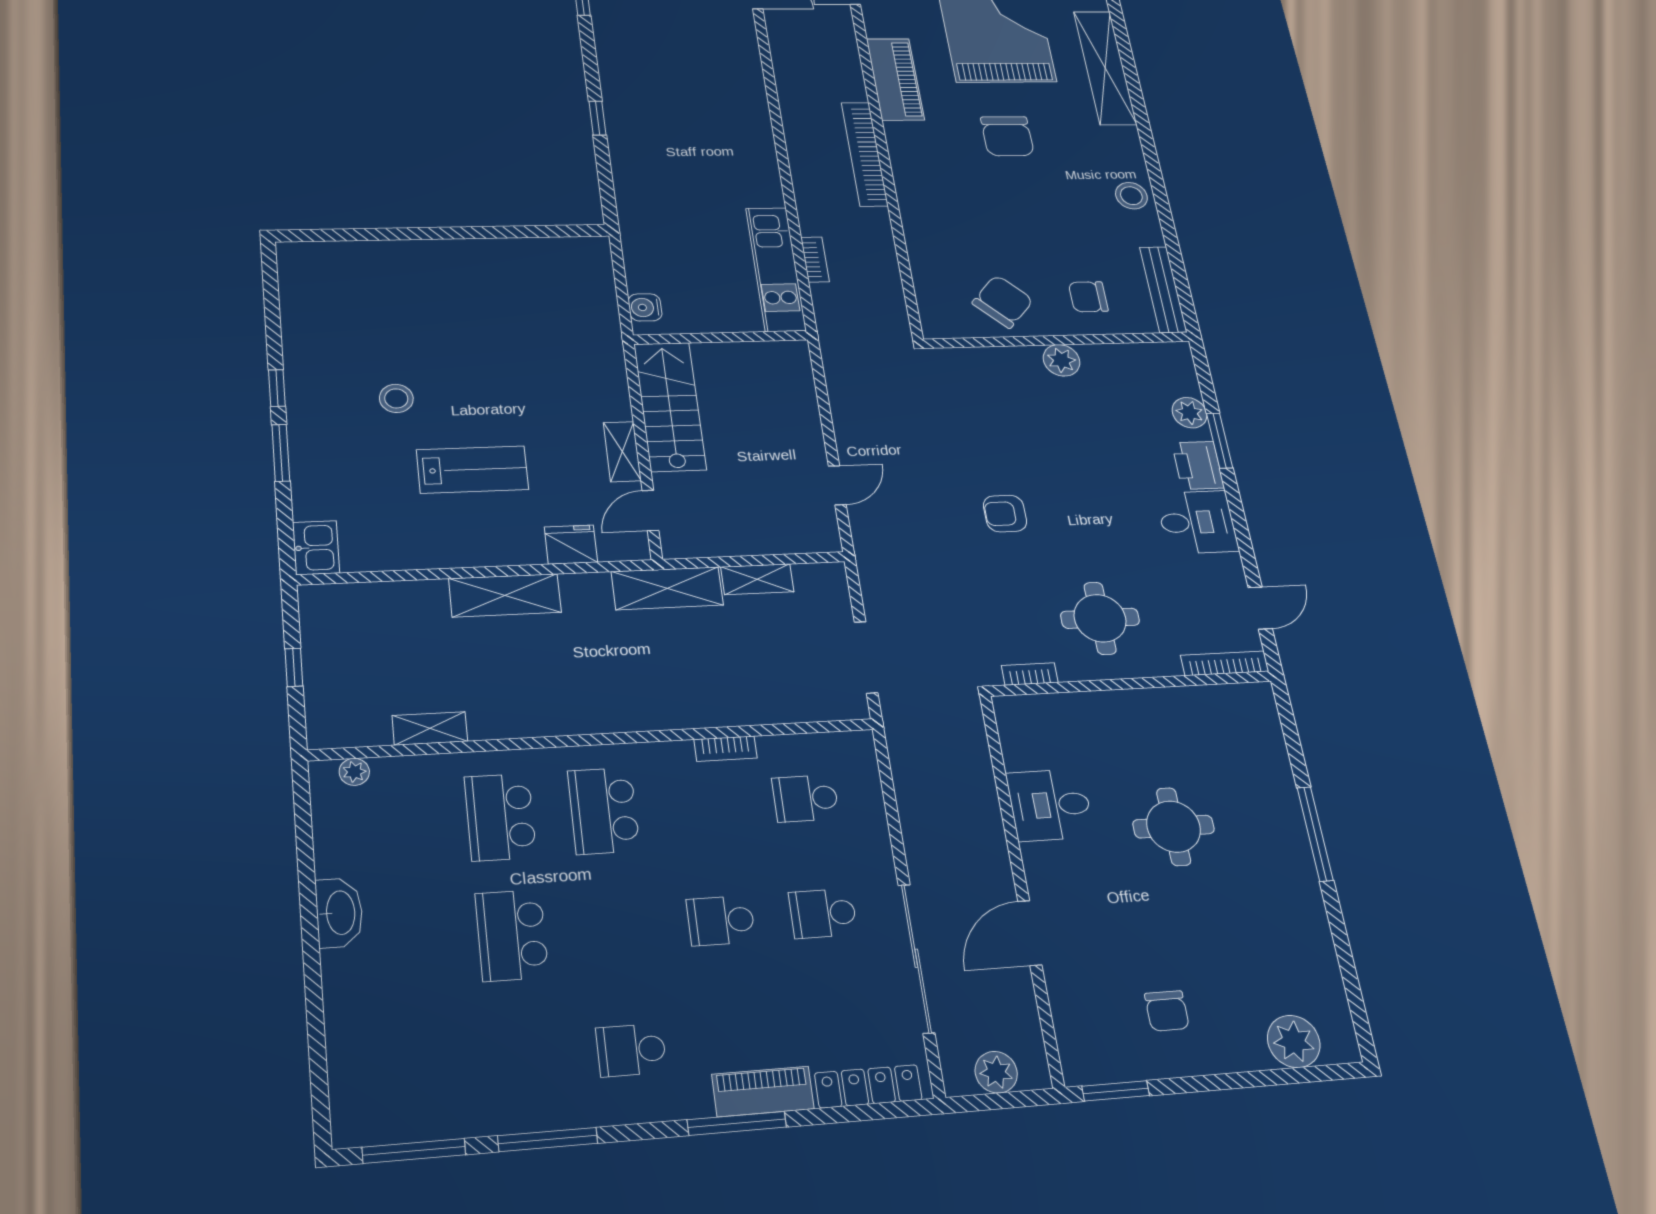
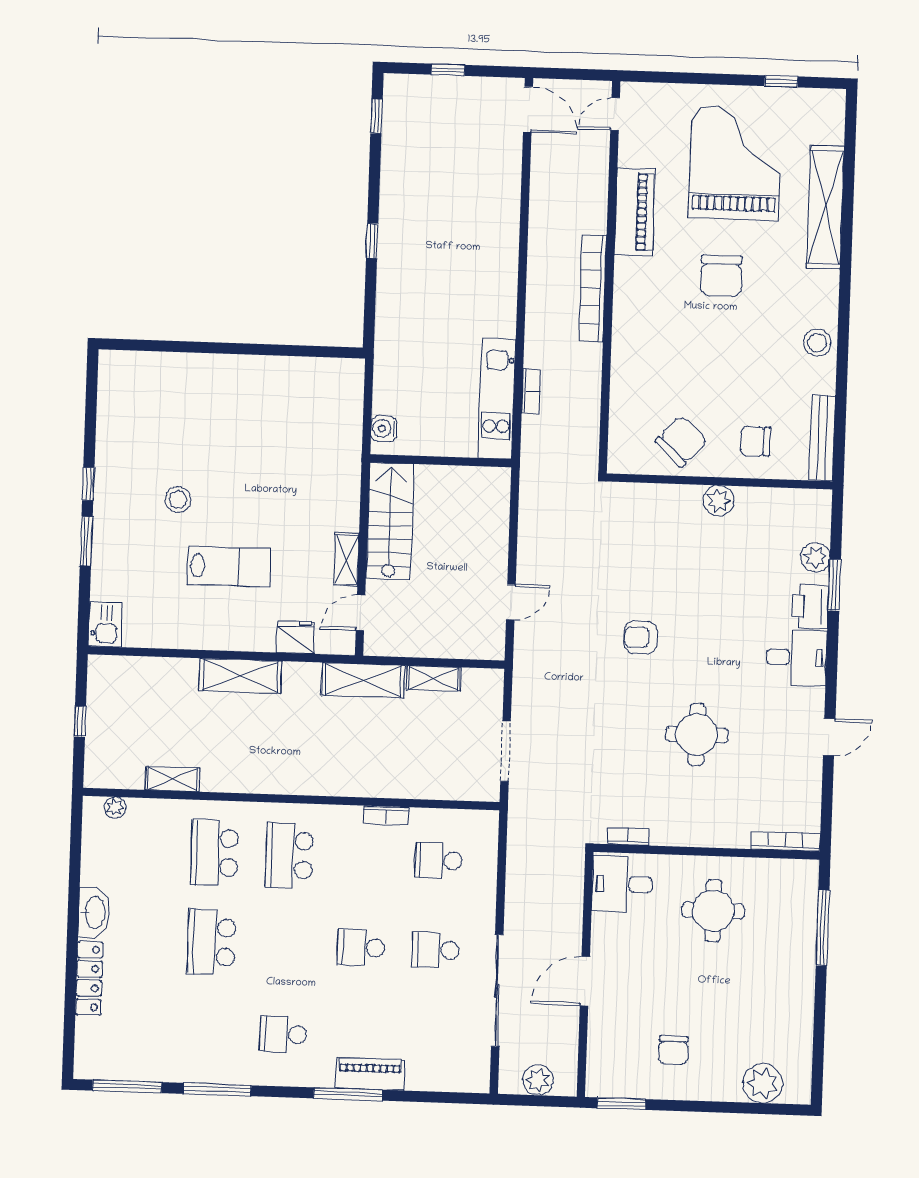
bookcase: (1225, 663) -> (786, 842), moved
bookcase: (1030, 674) -> (628, 836), moved
wall: (1131, 684) -> (707, 852), moved
locker: (868, 1086) -> (89, 978), moved, turned 90

